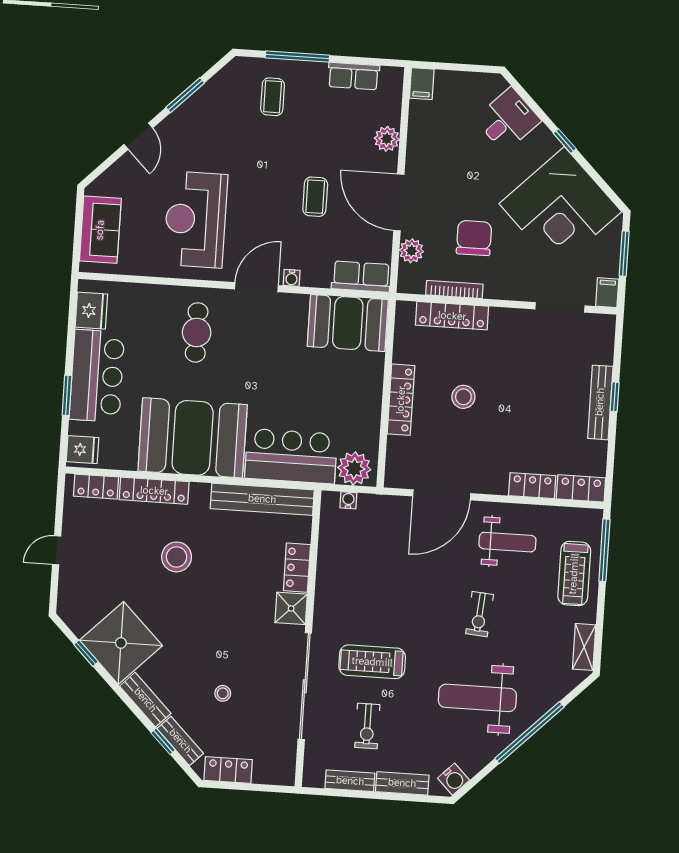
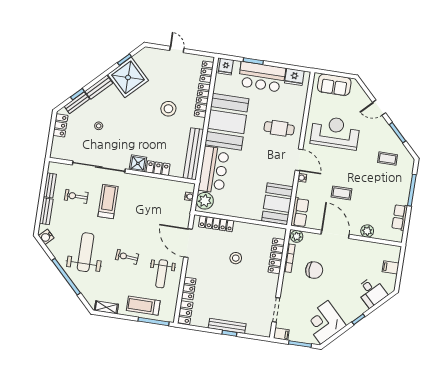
filing cabinet: (422, 84) -> (391, 267), moved
coffee table: (273, 97) -> (387, 159), moved
door: (399, 202) -> (335, 234), hinge flipped
corner desk: (560, 208) -> (324, 322), width x0.74, depth x0.74
plant: (411, 251) -> (297, 236), moved
locker: (401, 400) -> (216, 224), moved

